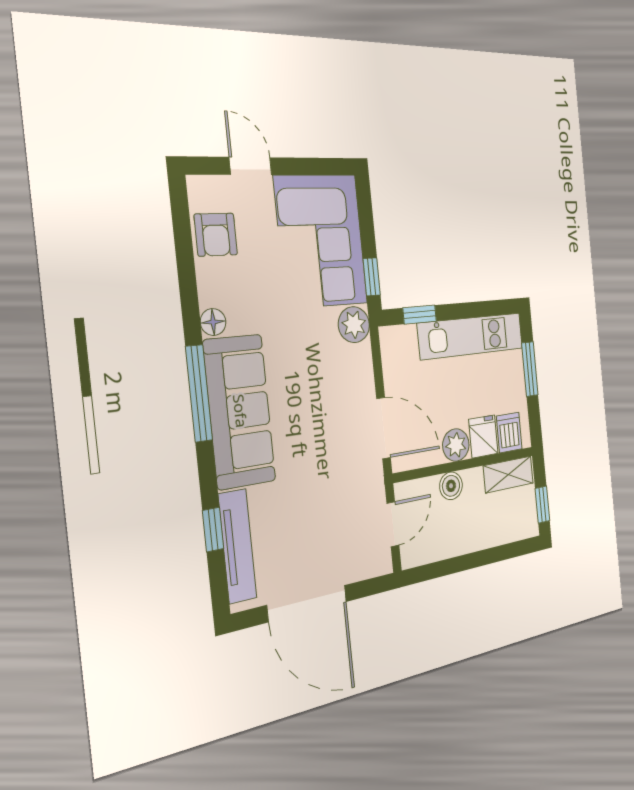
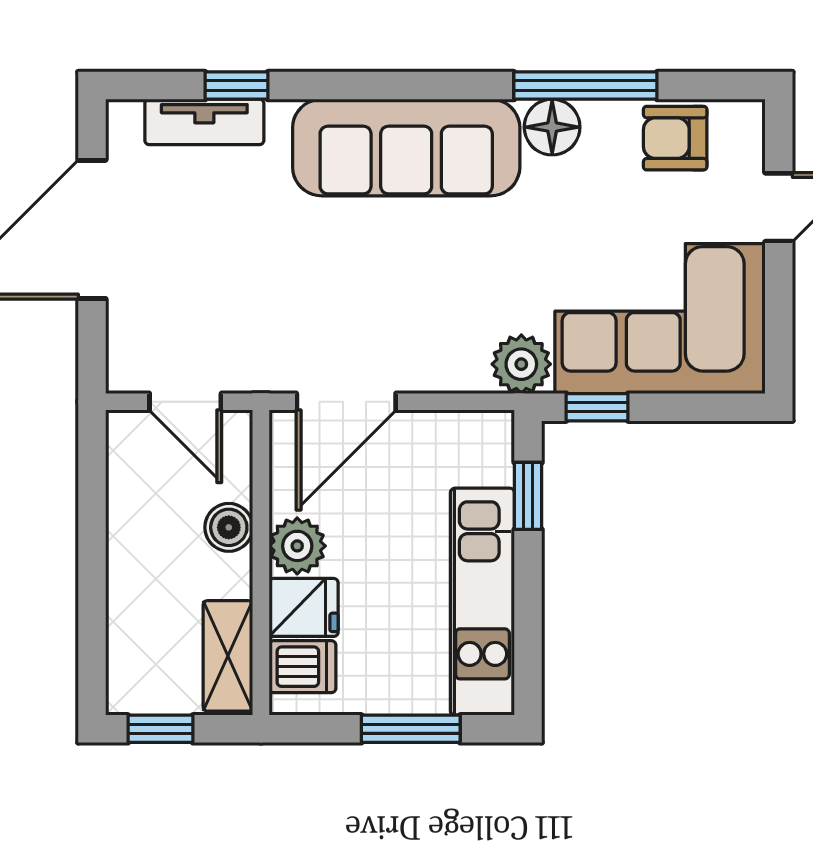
floor lamp: (213, 322) -> (552, 127), width x1.37, depth x1.37
window: (199, 393) -> (585, 86), moved
tv unit: (238, 546) -> (204, 122), width x0.71

